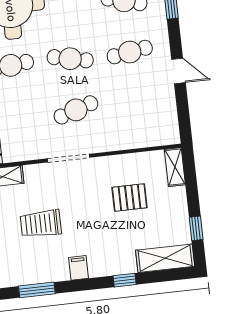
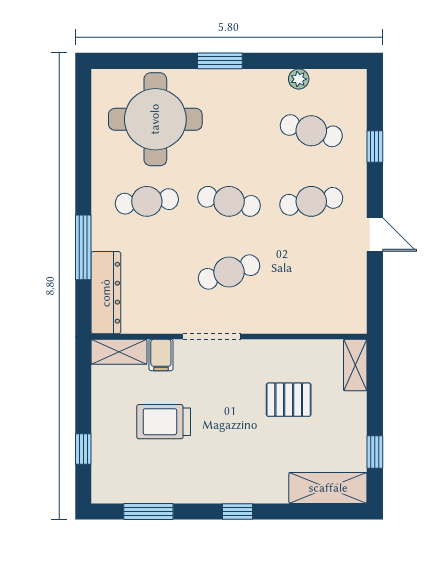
filing cabinet: (78, 268) -> (161, 355), moved, turned 180
window: (125, 280) -> (238, 511), moved

